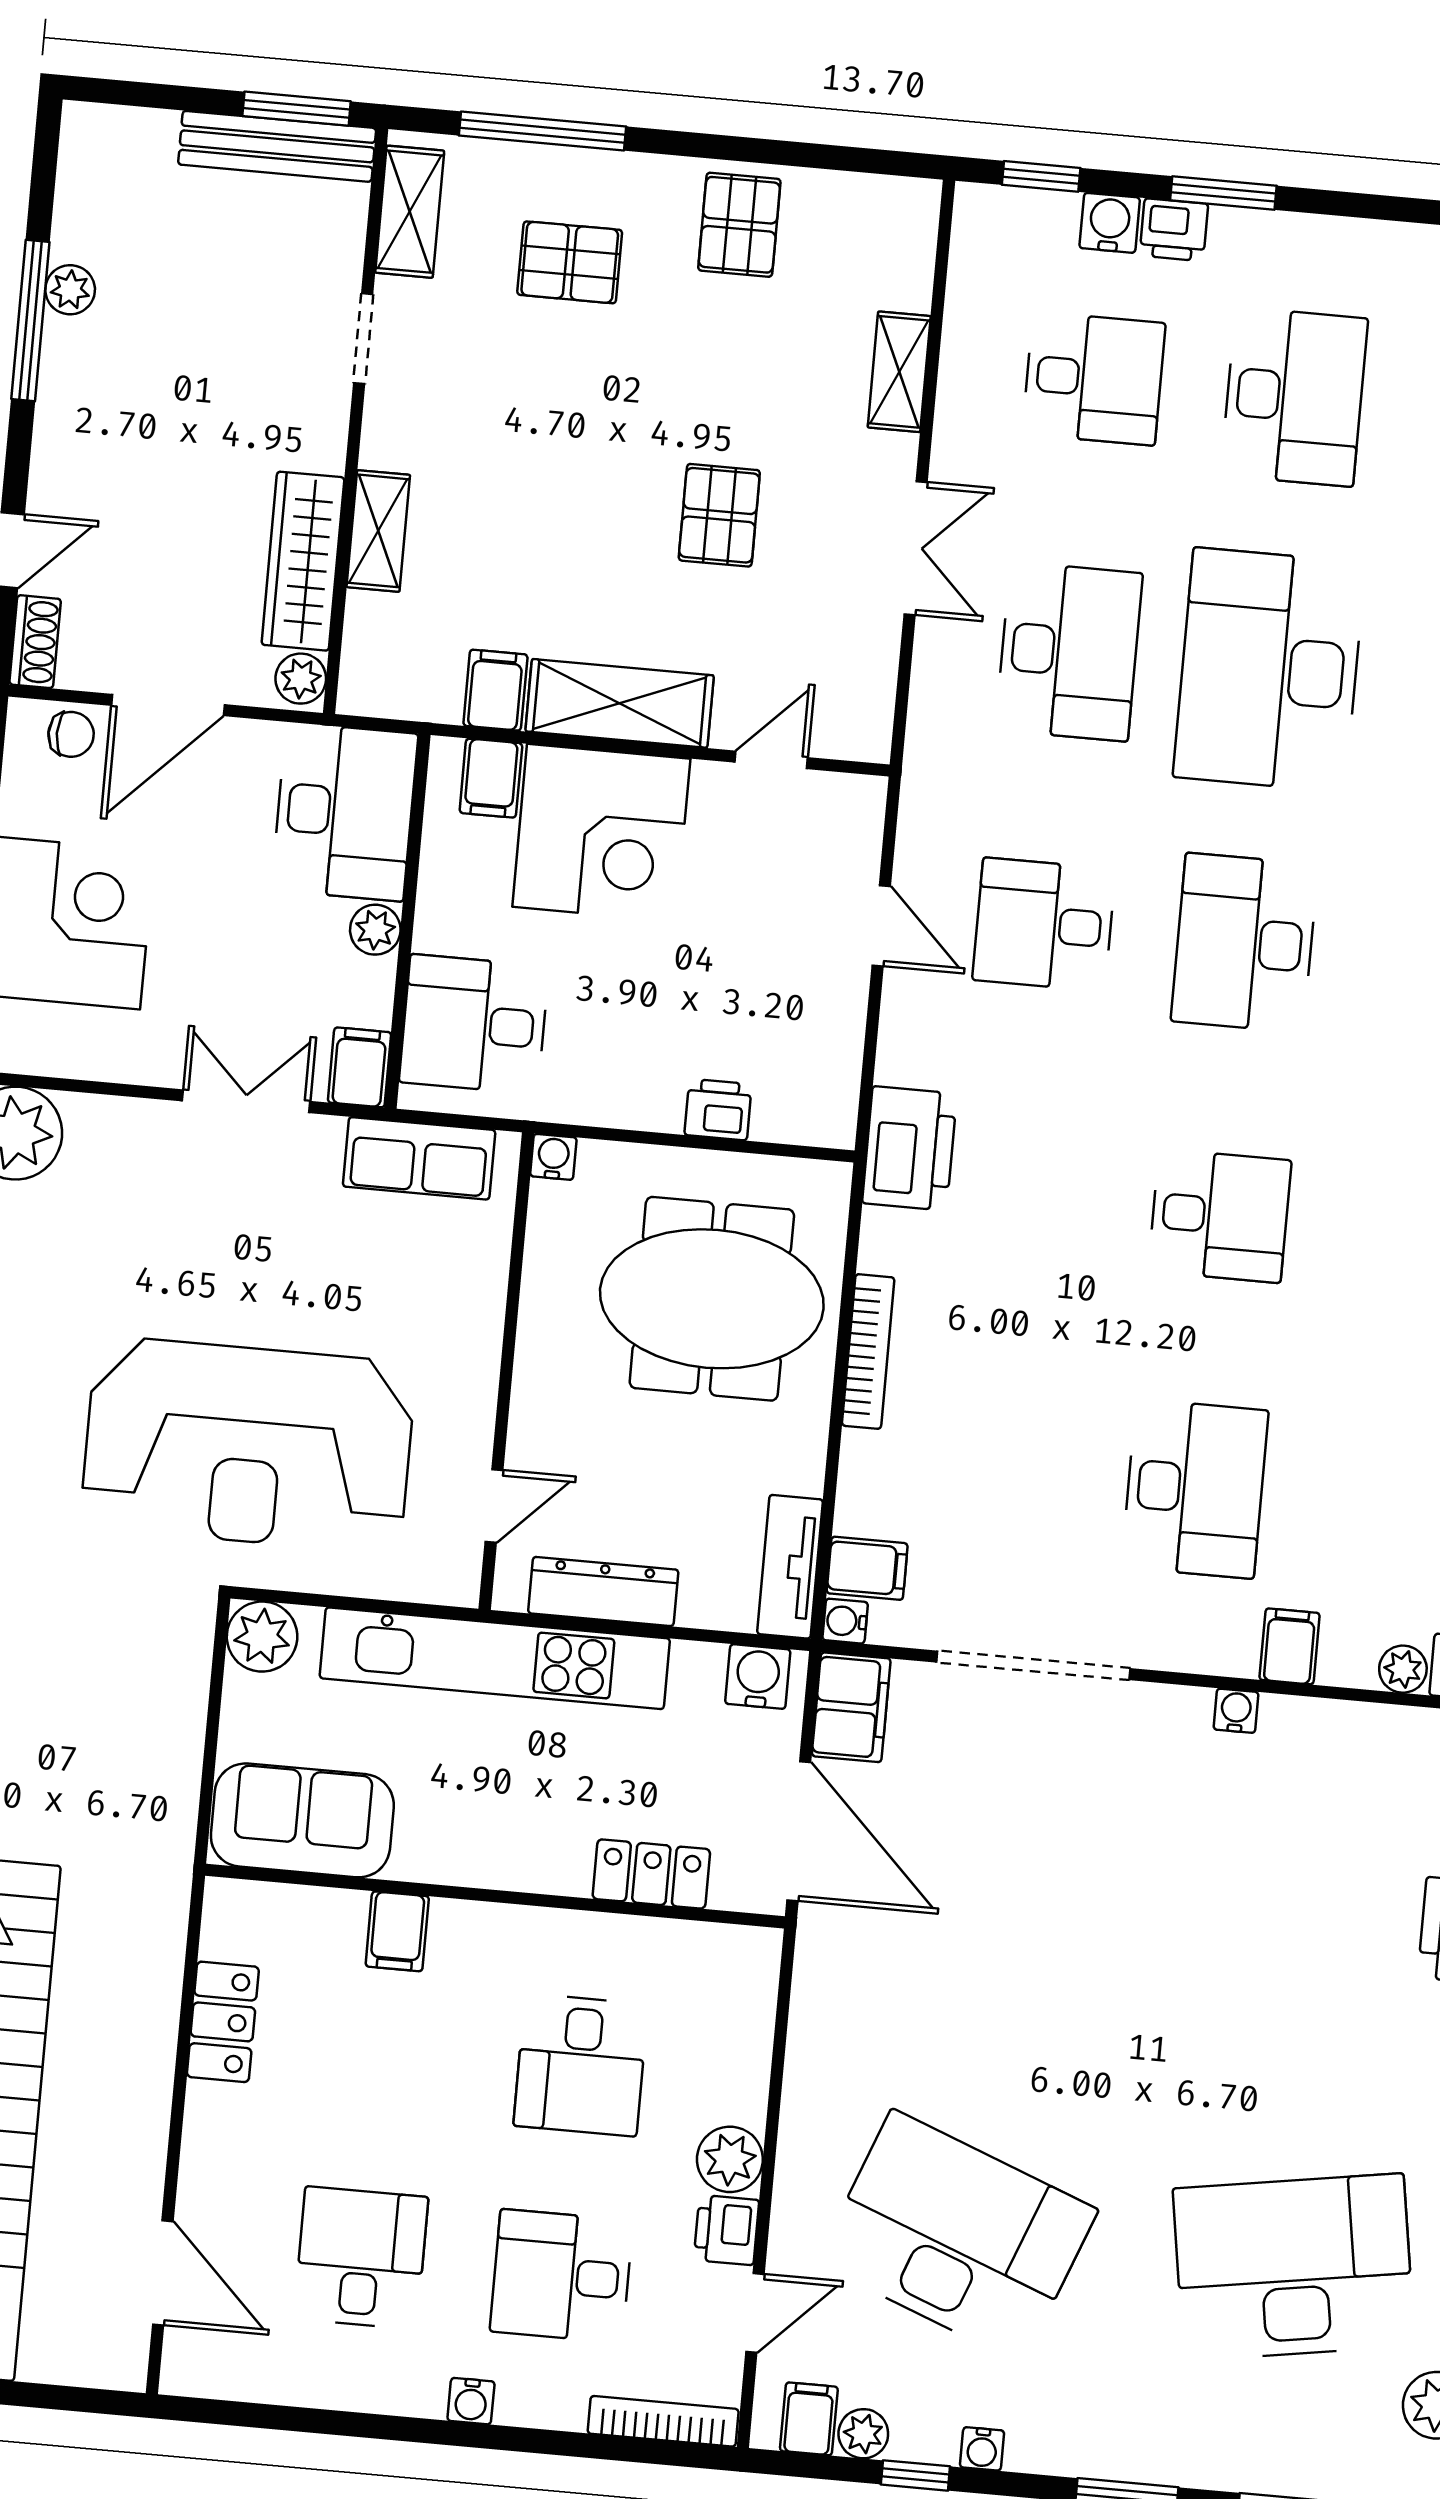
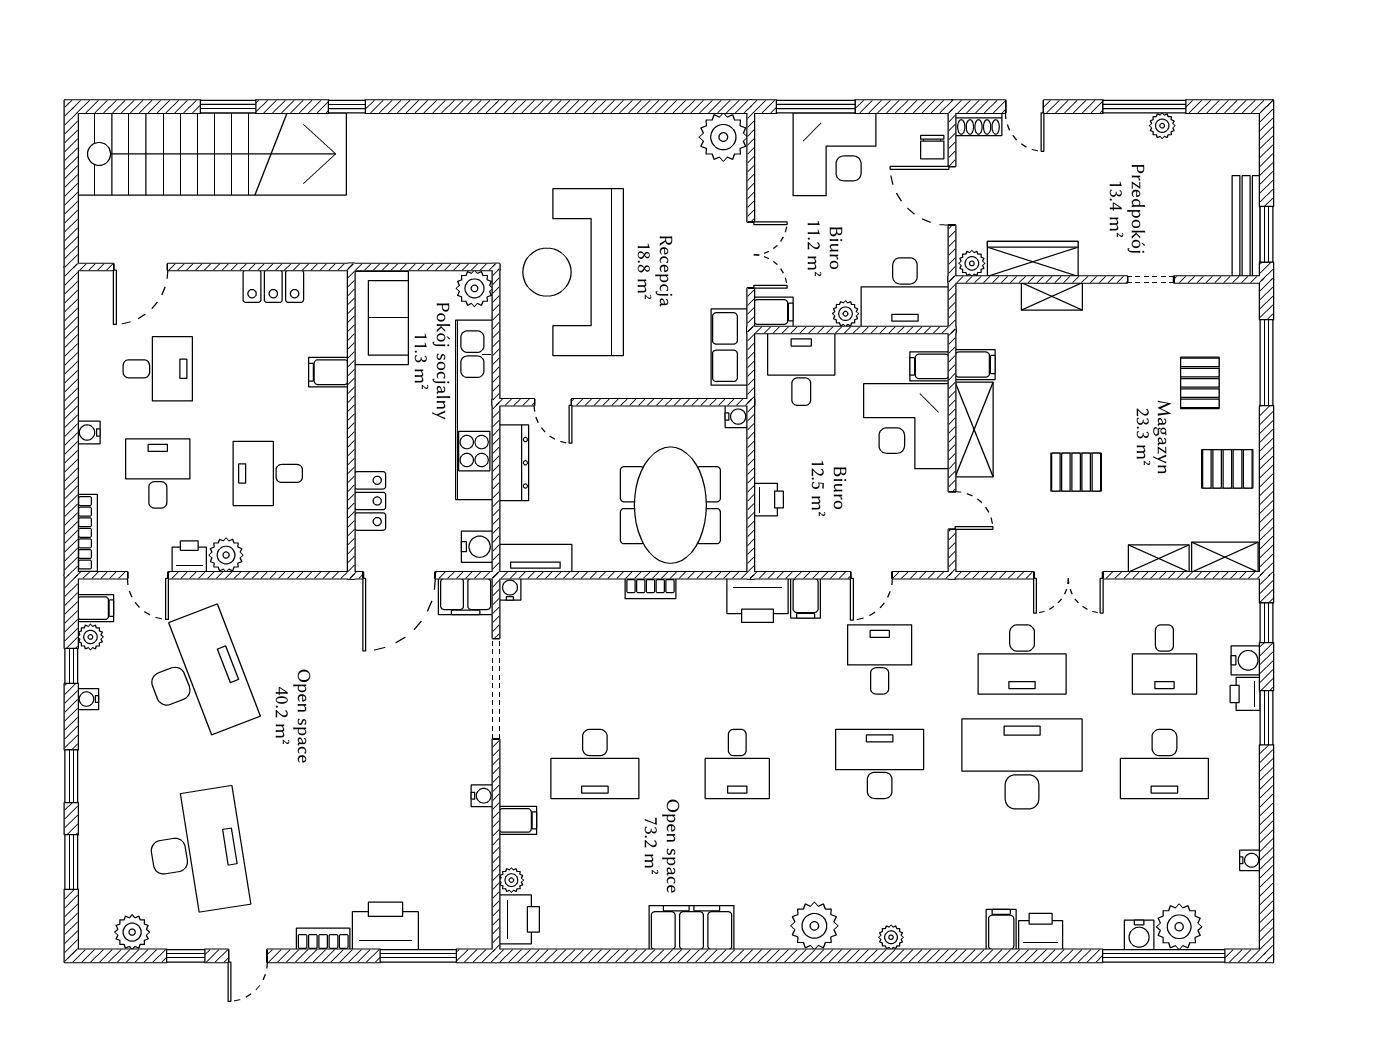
shelving: (410, 212) -> (1225, 557), moved
bookcase: (868, 1352) -> (650, 589), width x0.64
filing cabinet: (867, 1568) -> (806, 598), moved
desk: (957, 2236) -> (197, 676), turned -42

